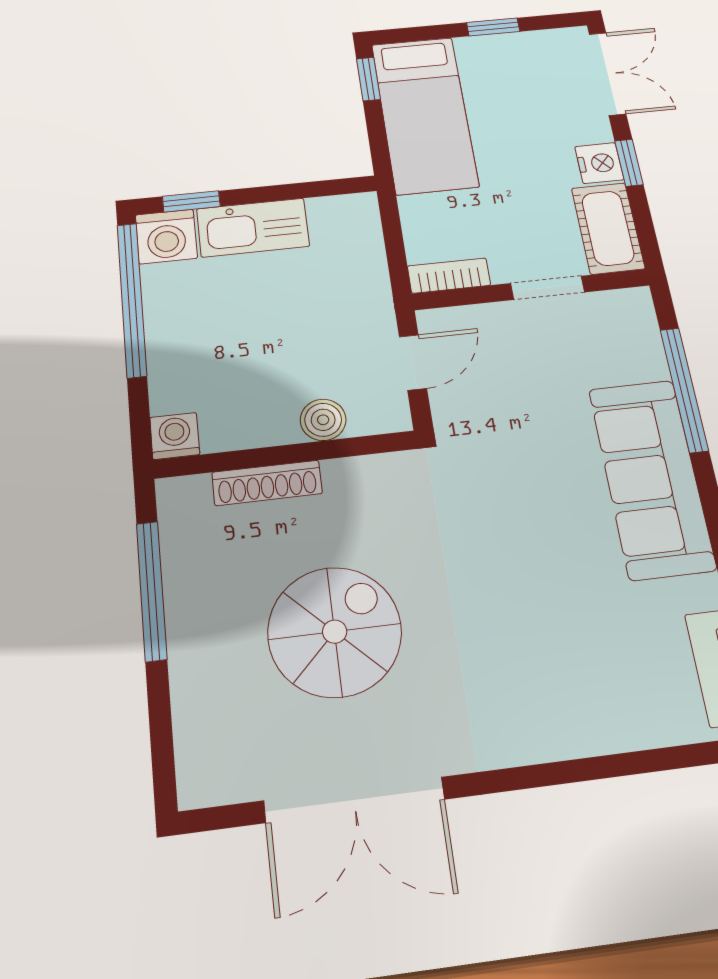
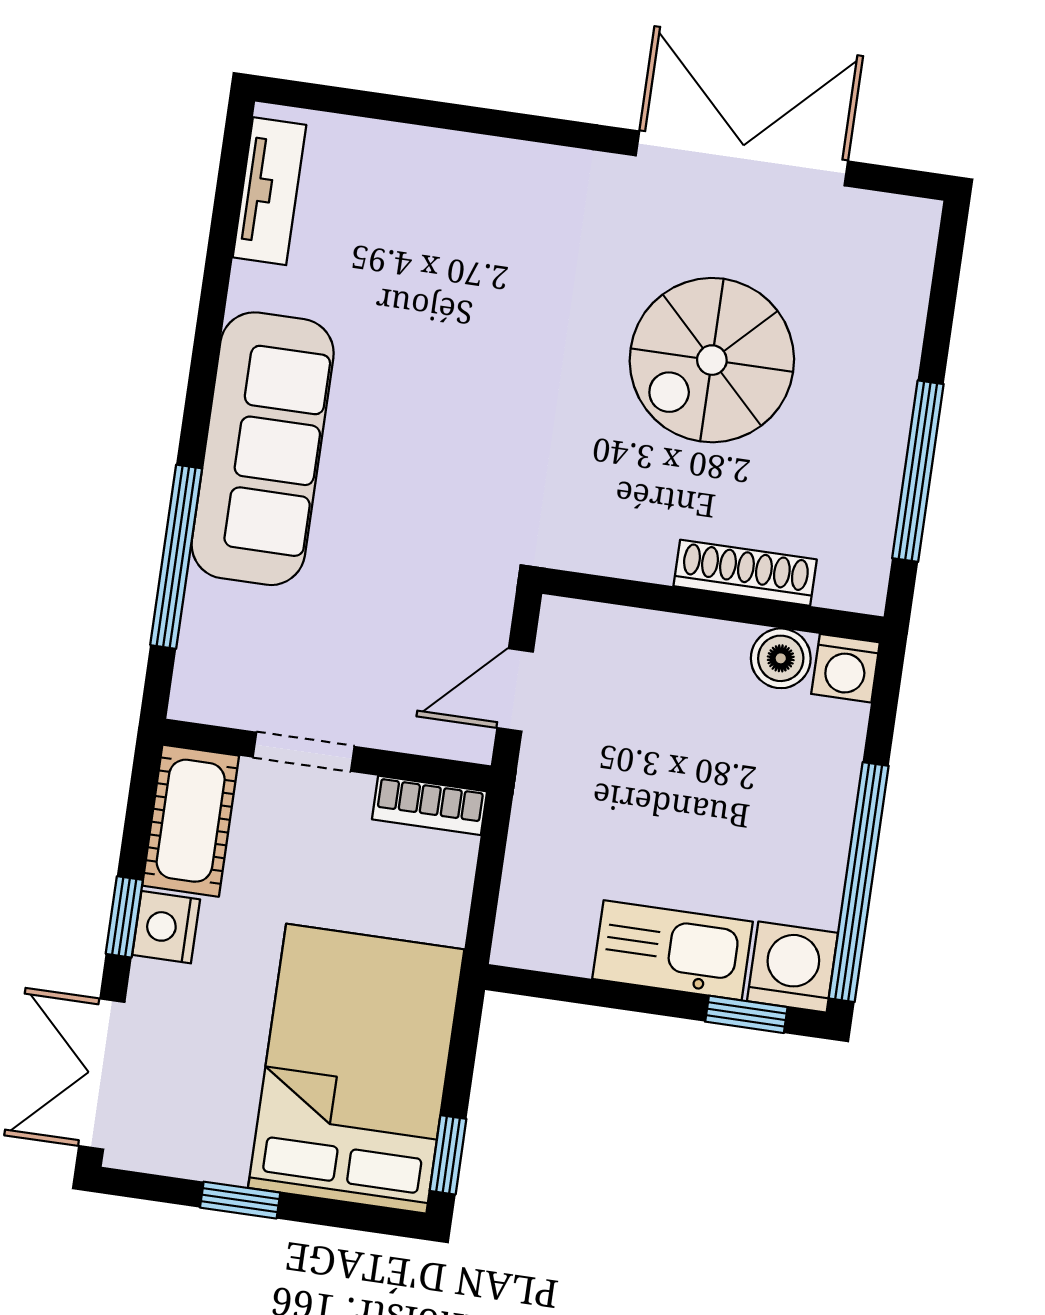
bed: (424, 114) -> (356, 1069), width x1.50
boiler: (323, 420) -> (781, 658), moved

